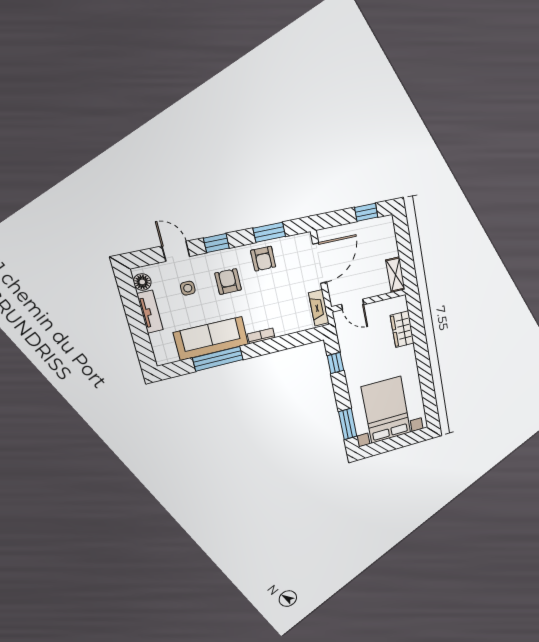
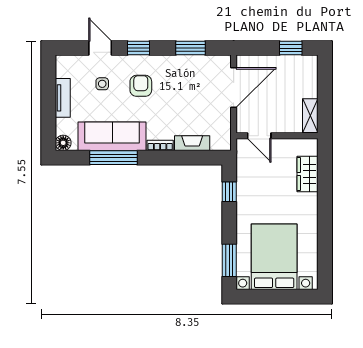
armchair: (263, 259) -> (179, 72), removed
floor lamp: (142, 282) -> (63, 143), moved
fireplace: (319, 308) -> (192, 143), moved, turned 90

